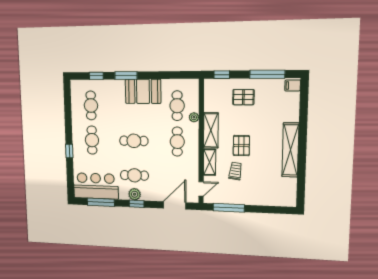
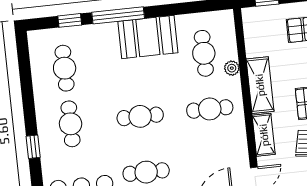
window: (126, 76) -> (118, 15), width x1.44
cafe table: (177, 142) -> (210, 109), turned 90

